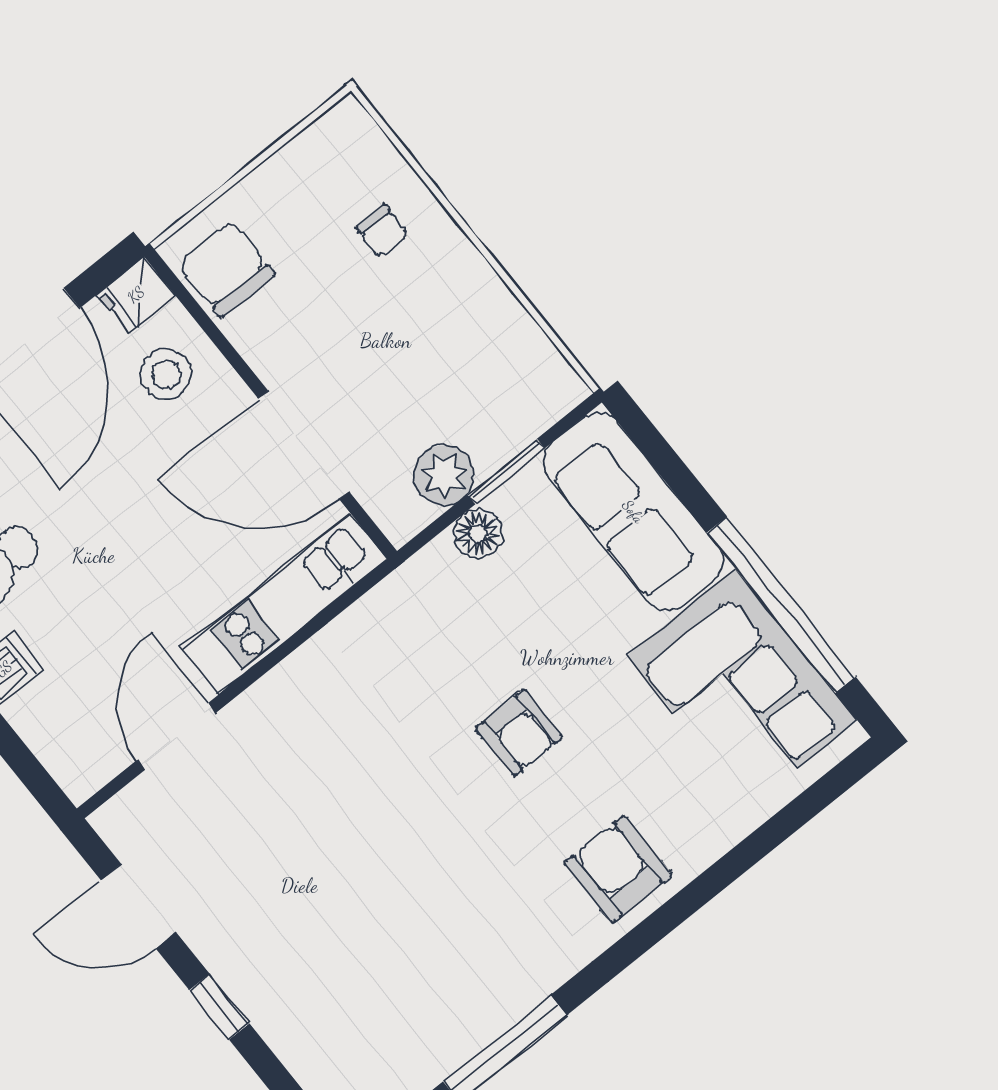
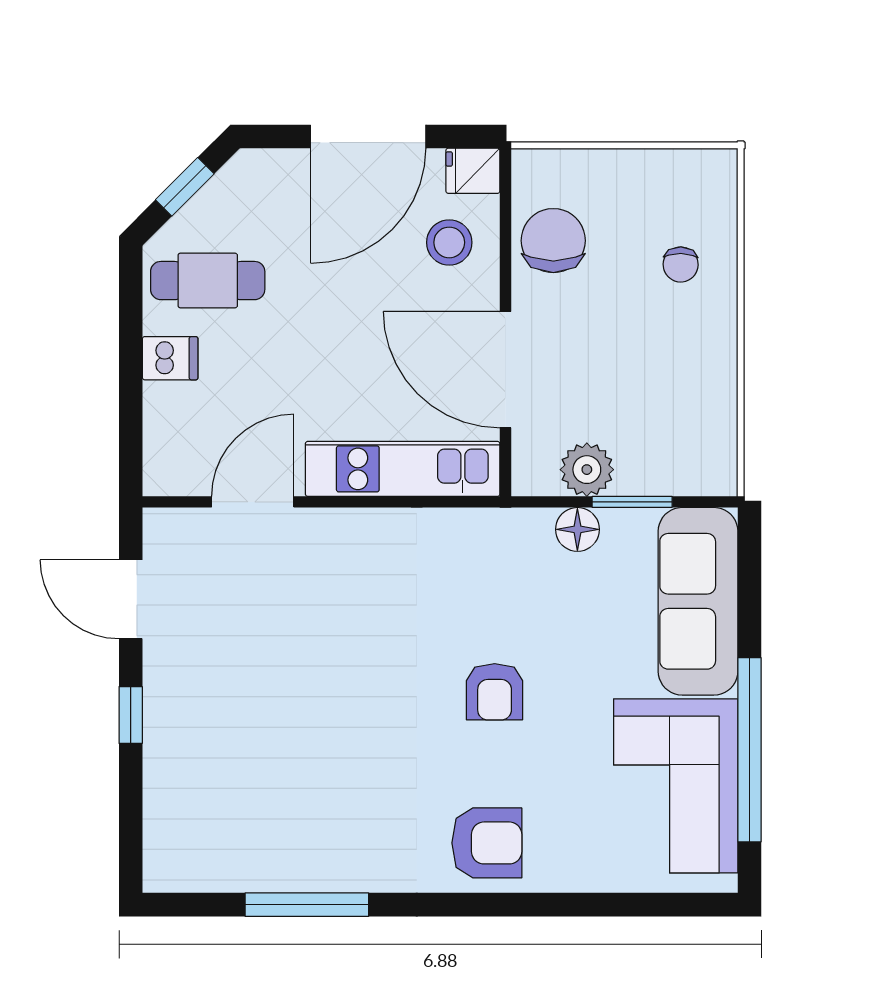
chair: (226, 269) -> (553, 241), moved
armchair: (618, 869) -> (487, 843), turned 90

